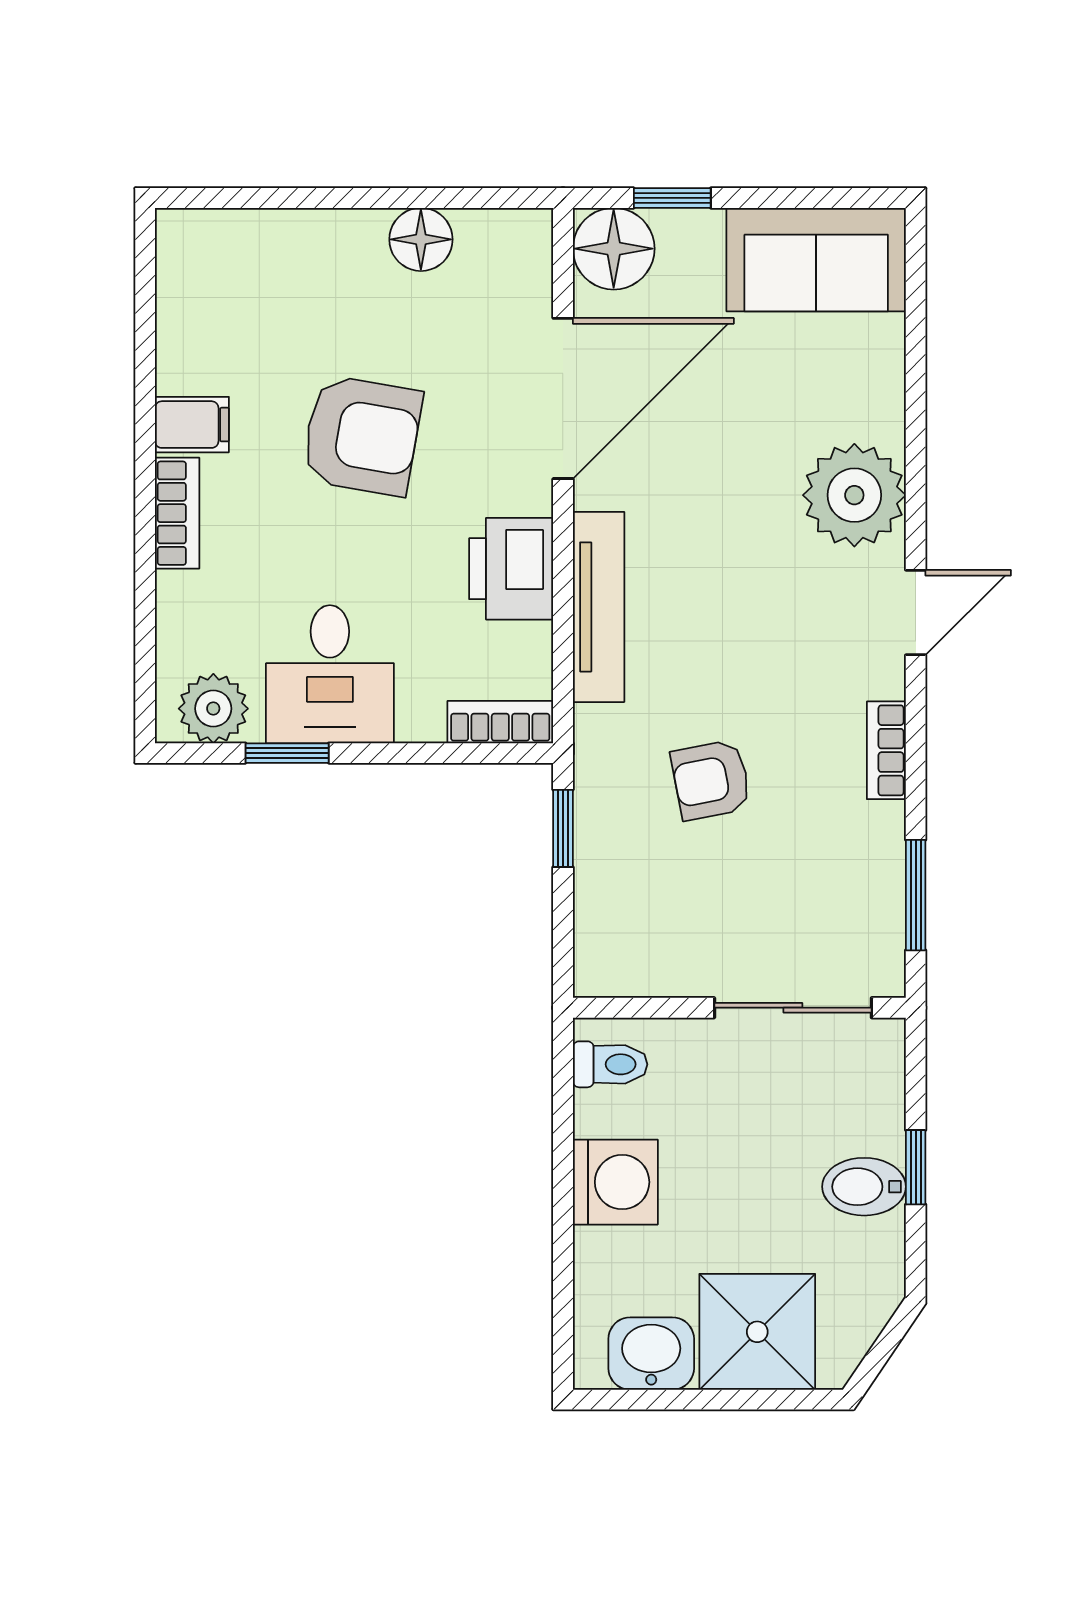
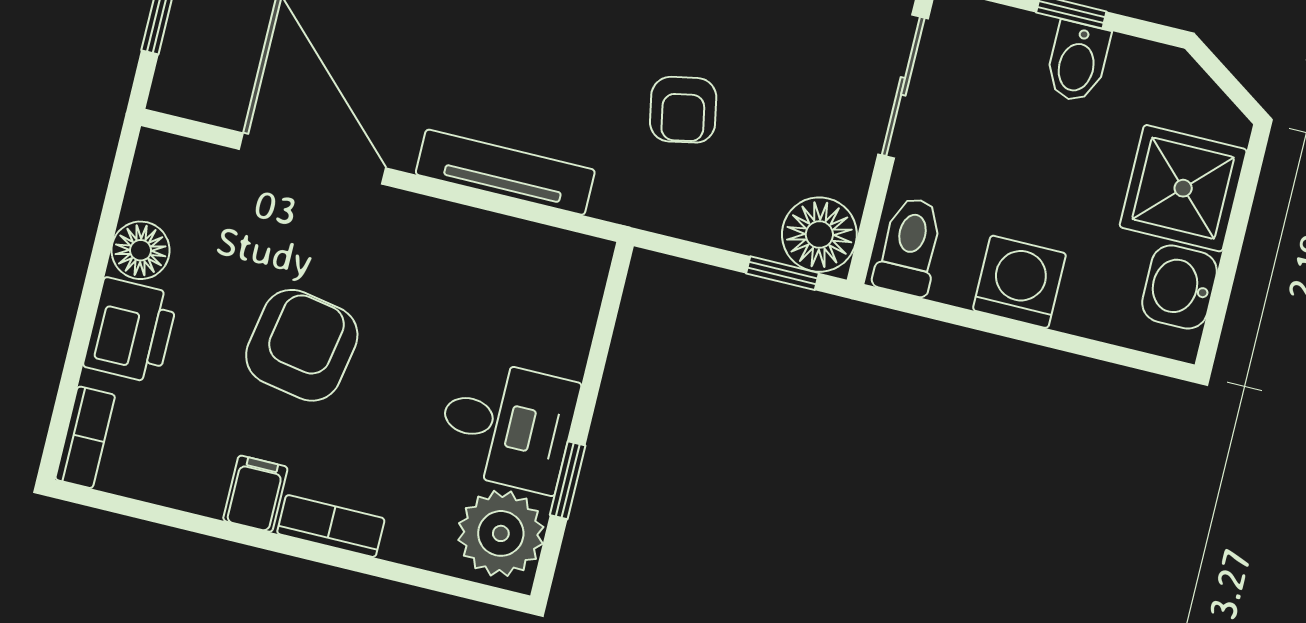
floor lamp: (614, 249) -> (819, 235), moved
printer: (511, 569) -> (131, 330), moved, turned -90
plant: (213, 709) -> (501, 533), width x1.36, depth x1.36
bookcase: (500, 722) -> (85, 437), moved, turned 180
window: (563, 828) -> (782, 273), moved
toilet: (610, 1064) -> (909, 246), width x1.37, depth x1.39

